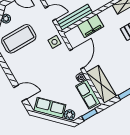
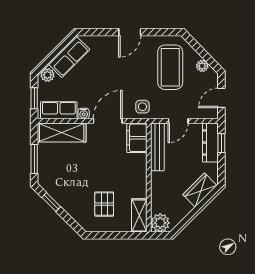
filing cabinet: (91, 26) -> (137, 138), moved
door: (77, 59) -> (108, 121), swing flipped
door: (20, 93) -> (130, 32), moved

